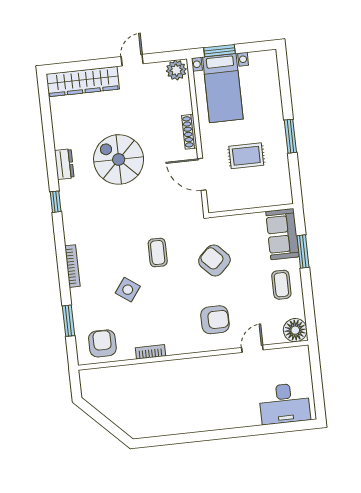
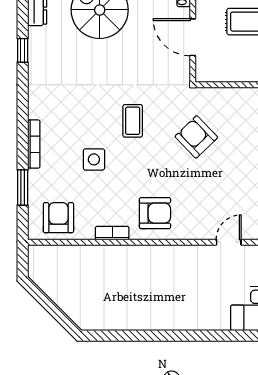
bookcase: (72, 266) -> (34, 144), moved
side table: (128, 290) -> (94, 159), turned -36
armchair: (215, 320) -> (155, 213), moved

